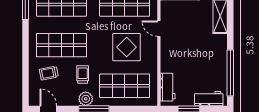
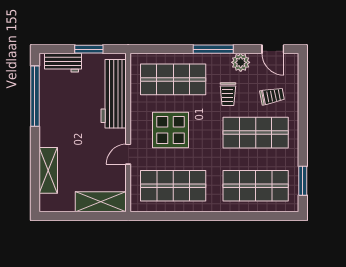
door: (159, 29) -> (128, 154), swing flipped
workbench: (168, 87) -> (114, 94), width x1.88, depth x1.32
plant: (86, 99) -> (241, 62), moved

